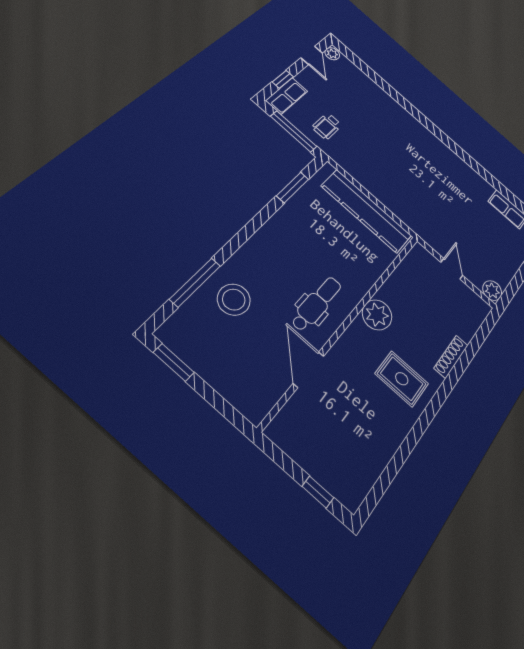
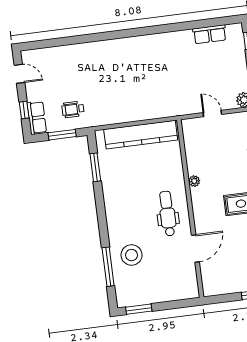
plant: (332, 54) -> (27, 57), removed
wheelchair: (327, 126) -> (73, 109), turned 90
window: (294, 131) -> (62, 135), width x0.69
plant: (377, 315) -> (194, 181), width x0.53, depth x0.53
door: (308, 370) -> (195, 248), swing flipped

